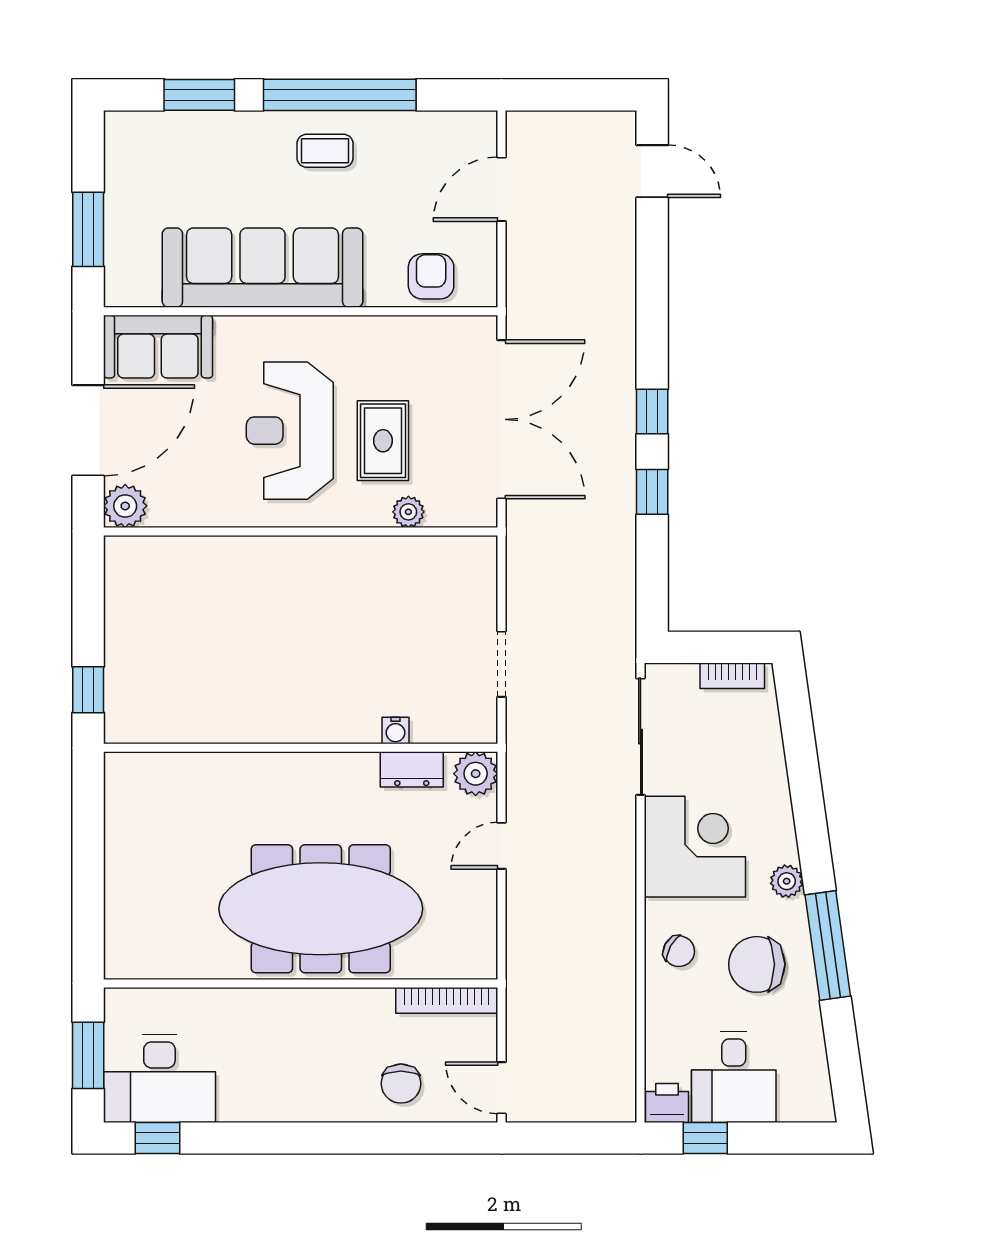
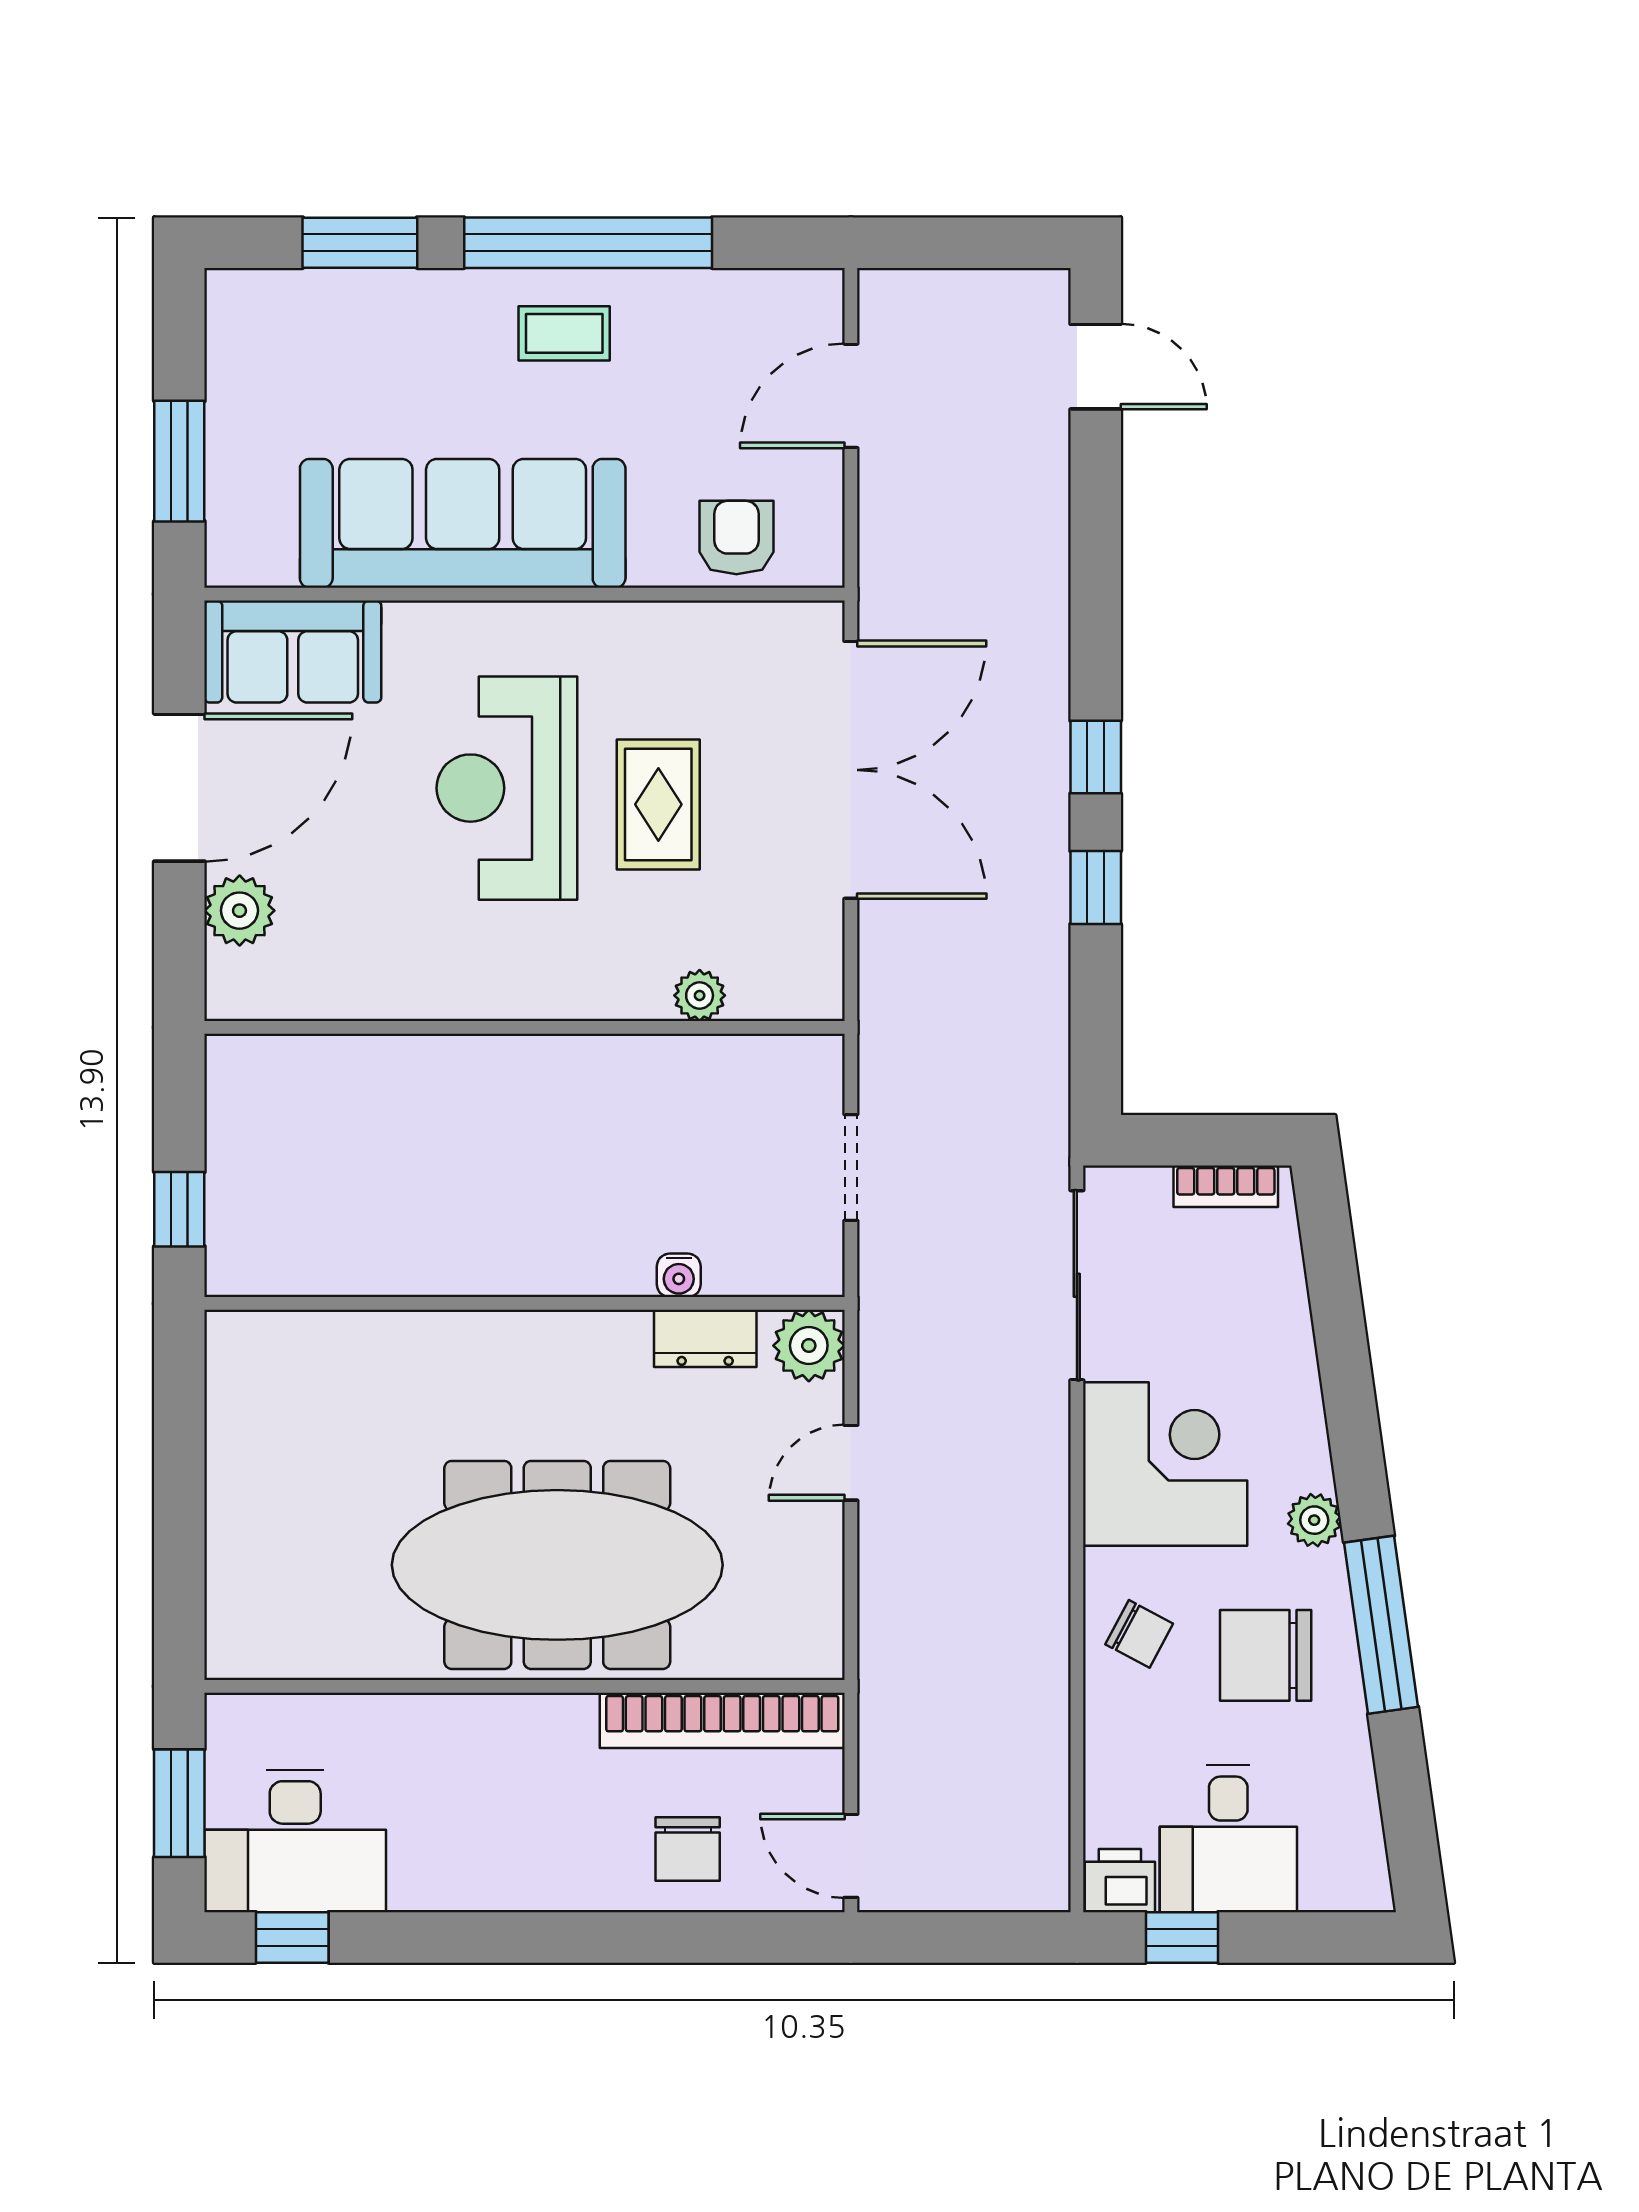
plant: (408, 512) -> (700, 995), moved
wall: (301, 531) -> (525, 1027), moved
bookcase: (447, 1000) -> (722, 1720), width x1.48, depth x1.31

